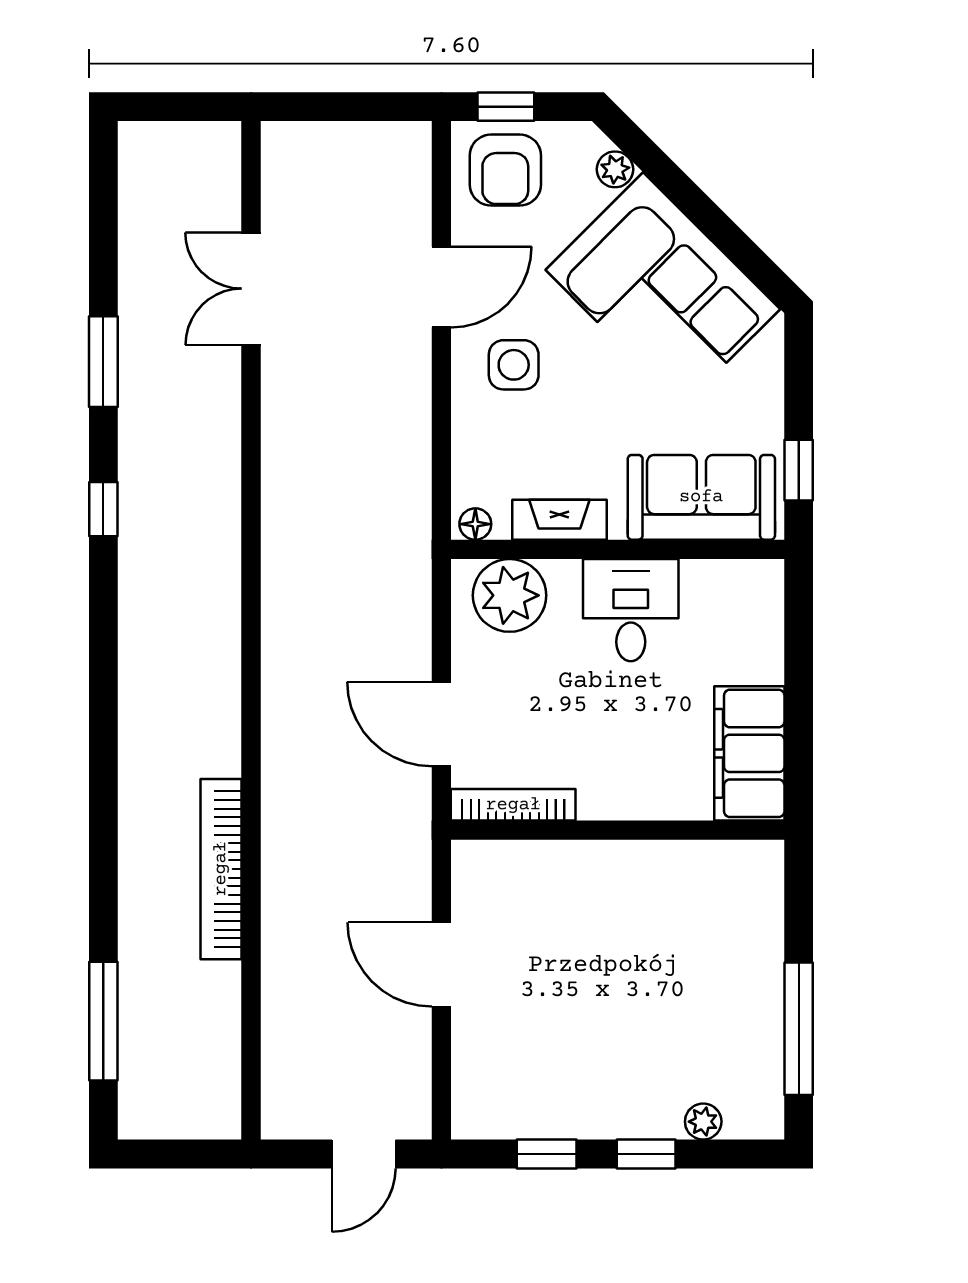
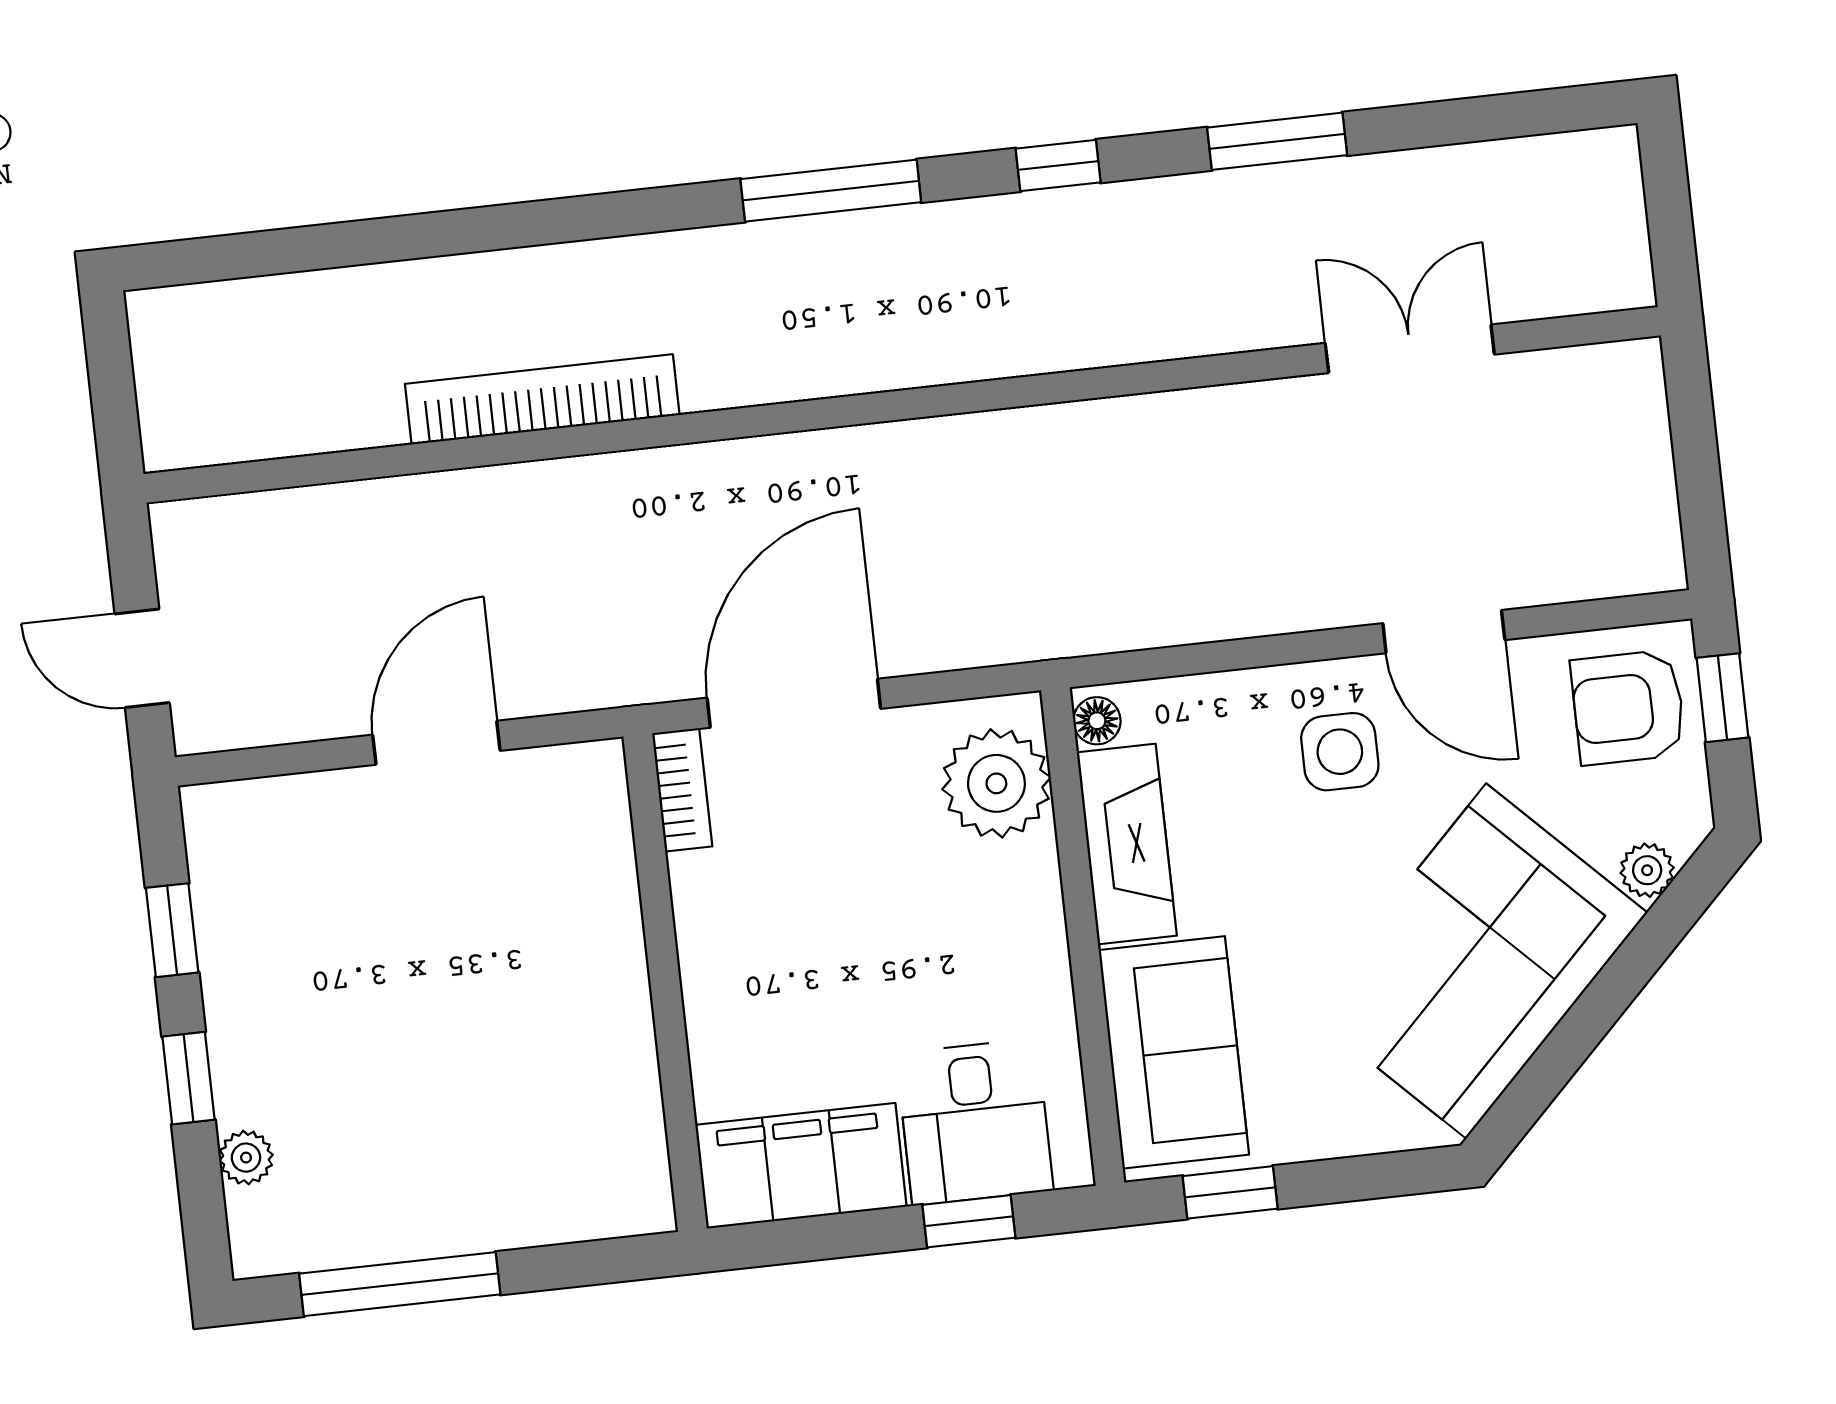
fireplace: (559, 520) -> (1127, 844), width x1.37, depth x1.32
desk: (631, 610) -> (975, 1122), moved, turned 90
window: (799, 646) -> (969, 1221), added
door: (441, 724) -> (794, 703), width x1.36
bookcase: (513, 805) -> (682, 790), width x0.64
window: (103, 1021) -> (831, 191), moved

